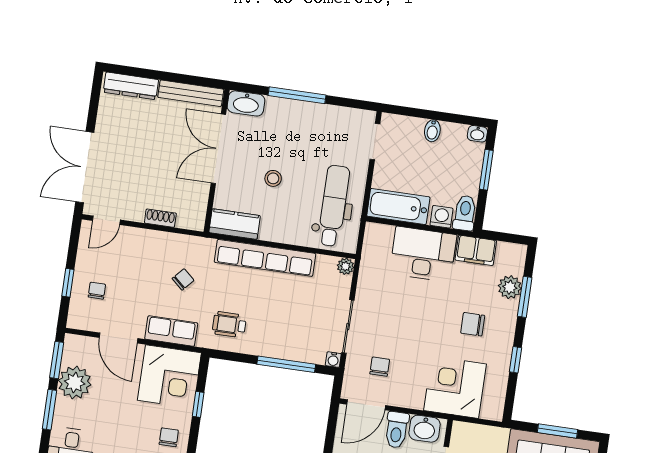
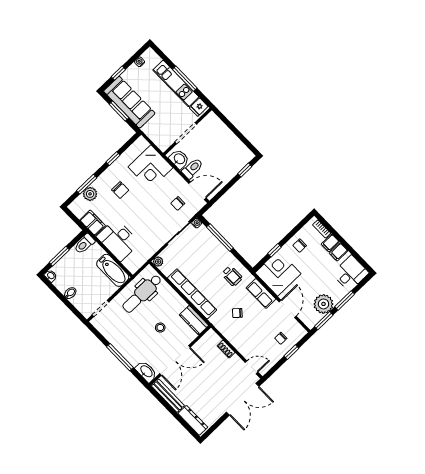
washing machine: (442, 217) -> (96, 250), removed

